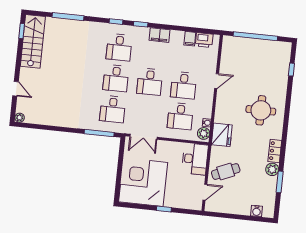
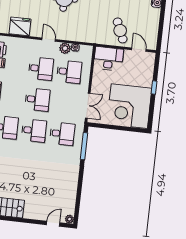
door: (217, 81) -> (49, 40), moved
door: (16, 89) -> (53, 224), moved
plant: (204, 133) -> (65, 48), moved
fridge: (222, 135) -> (20, 26), moved

